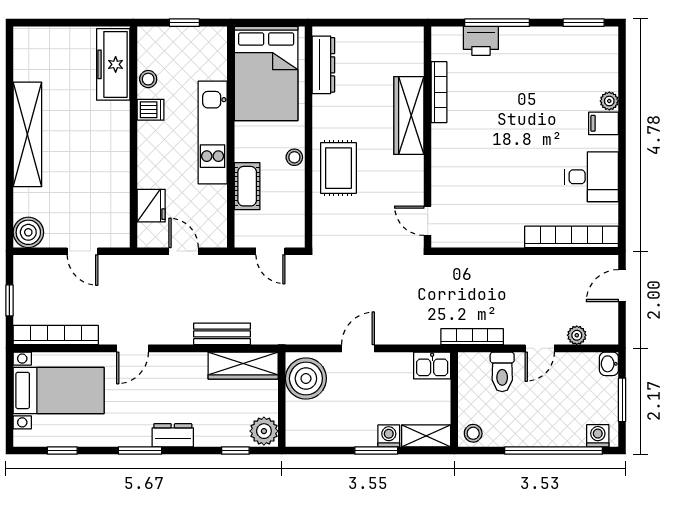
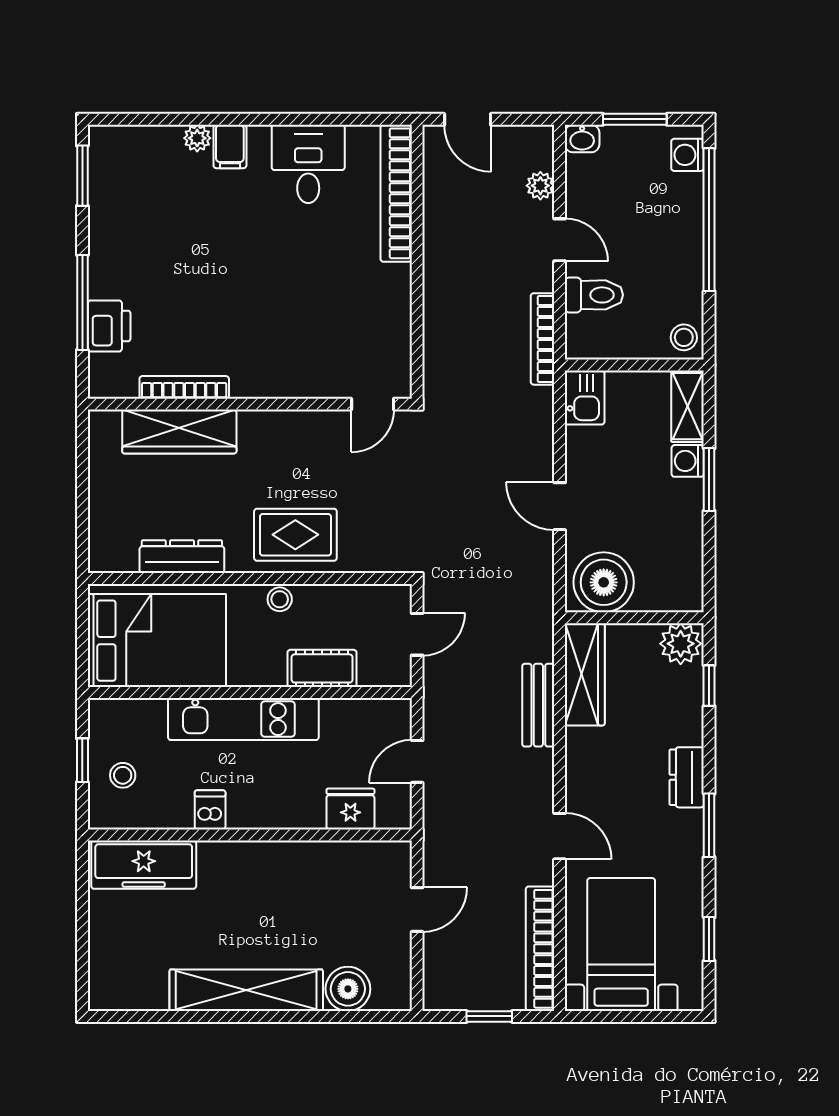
dresser: (323, 65) -> (182, 557), moved
stool: (148, 79) -> (123, 775), moved
wardrobe: (409, 115) -> (179, 432), moved
boiler: (28, 232) -> (348, 989), moved

